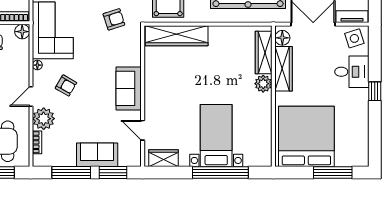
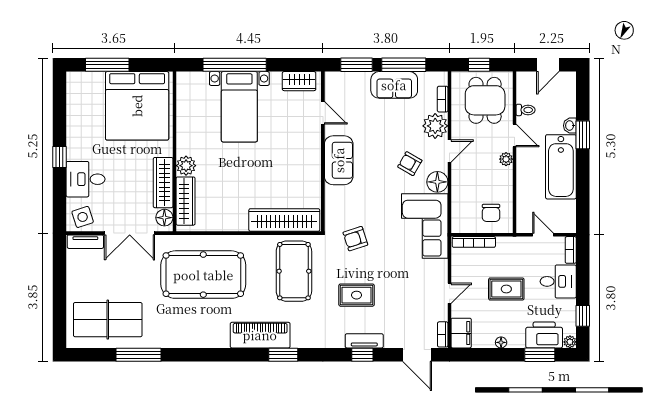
floor lamp: (22, 32) -> (459, 225), removed
floor lamp: (37, 65) -> (437, 182), width x1.89, depth x1.89
sofa: (97, 155) -> (394, 85), moved

